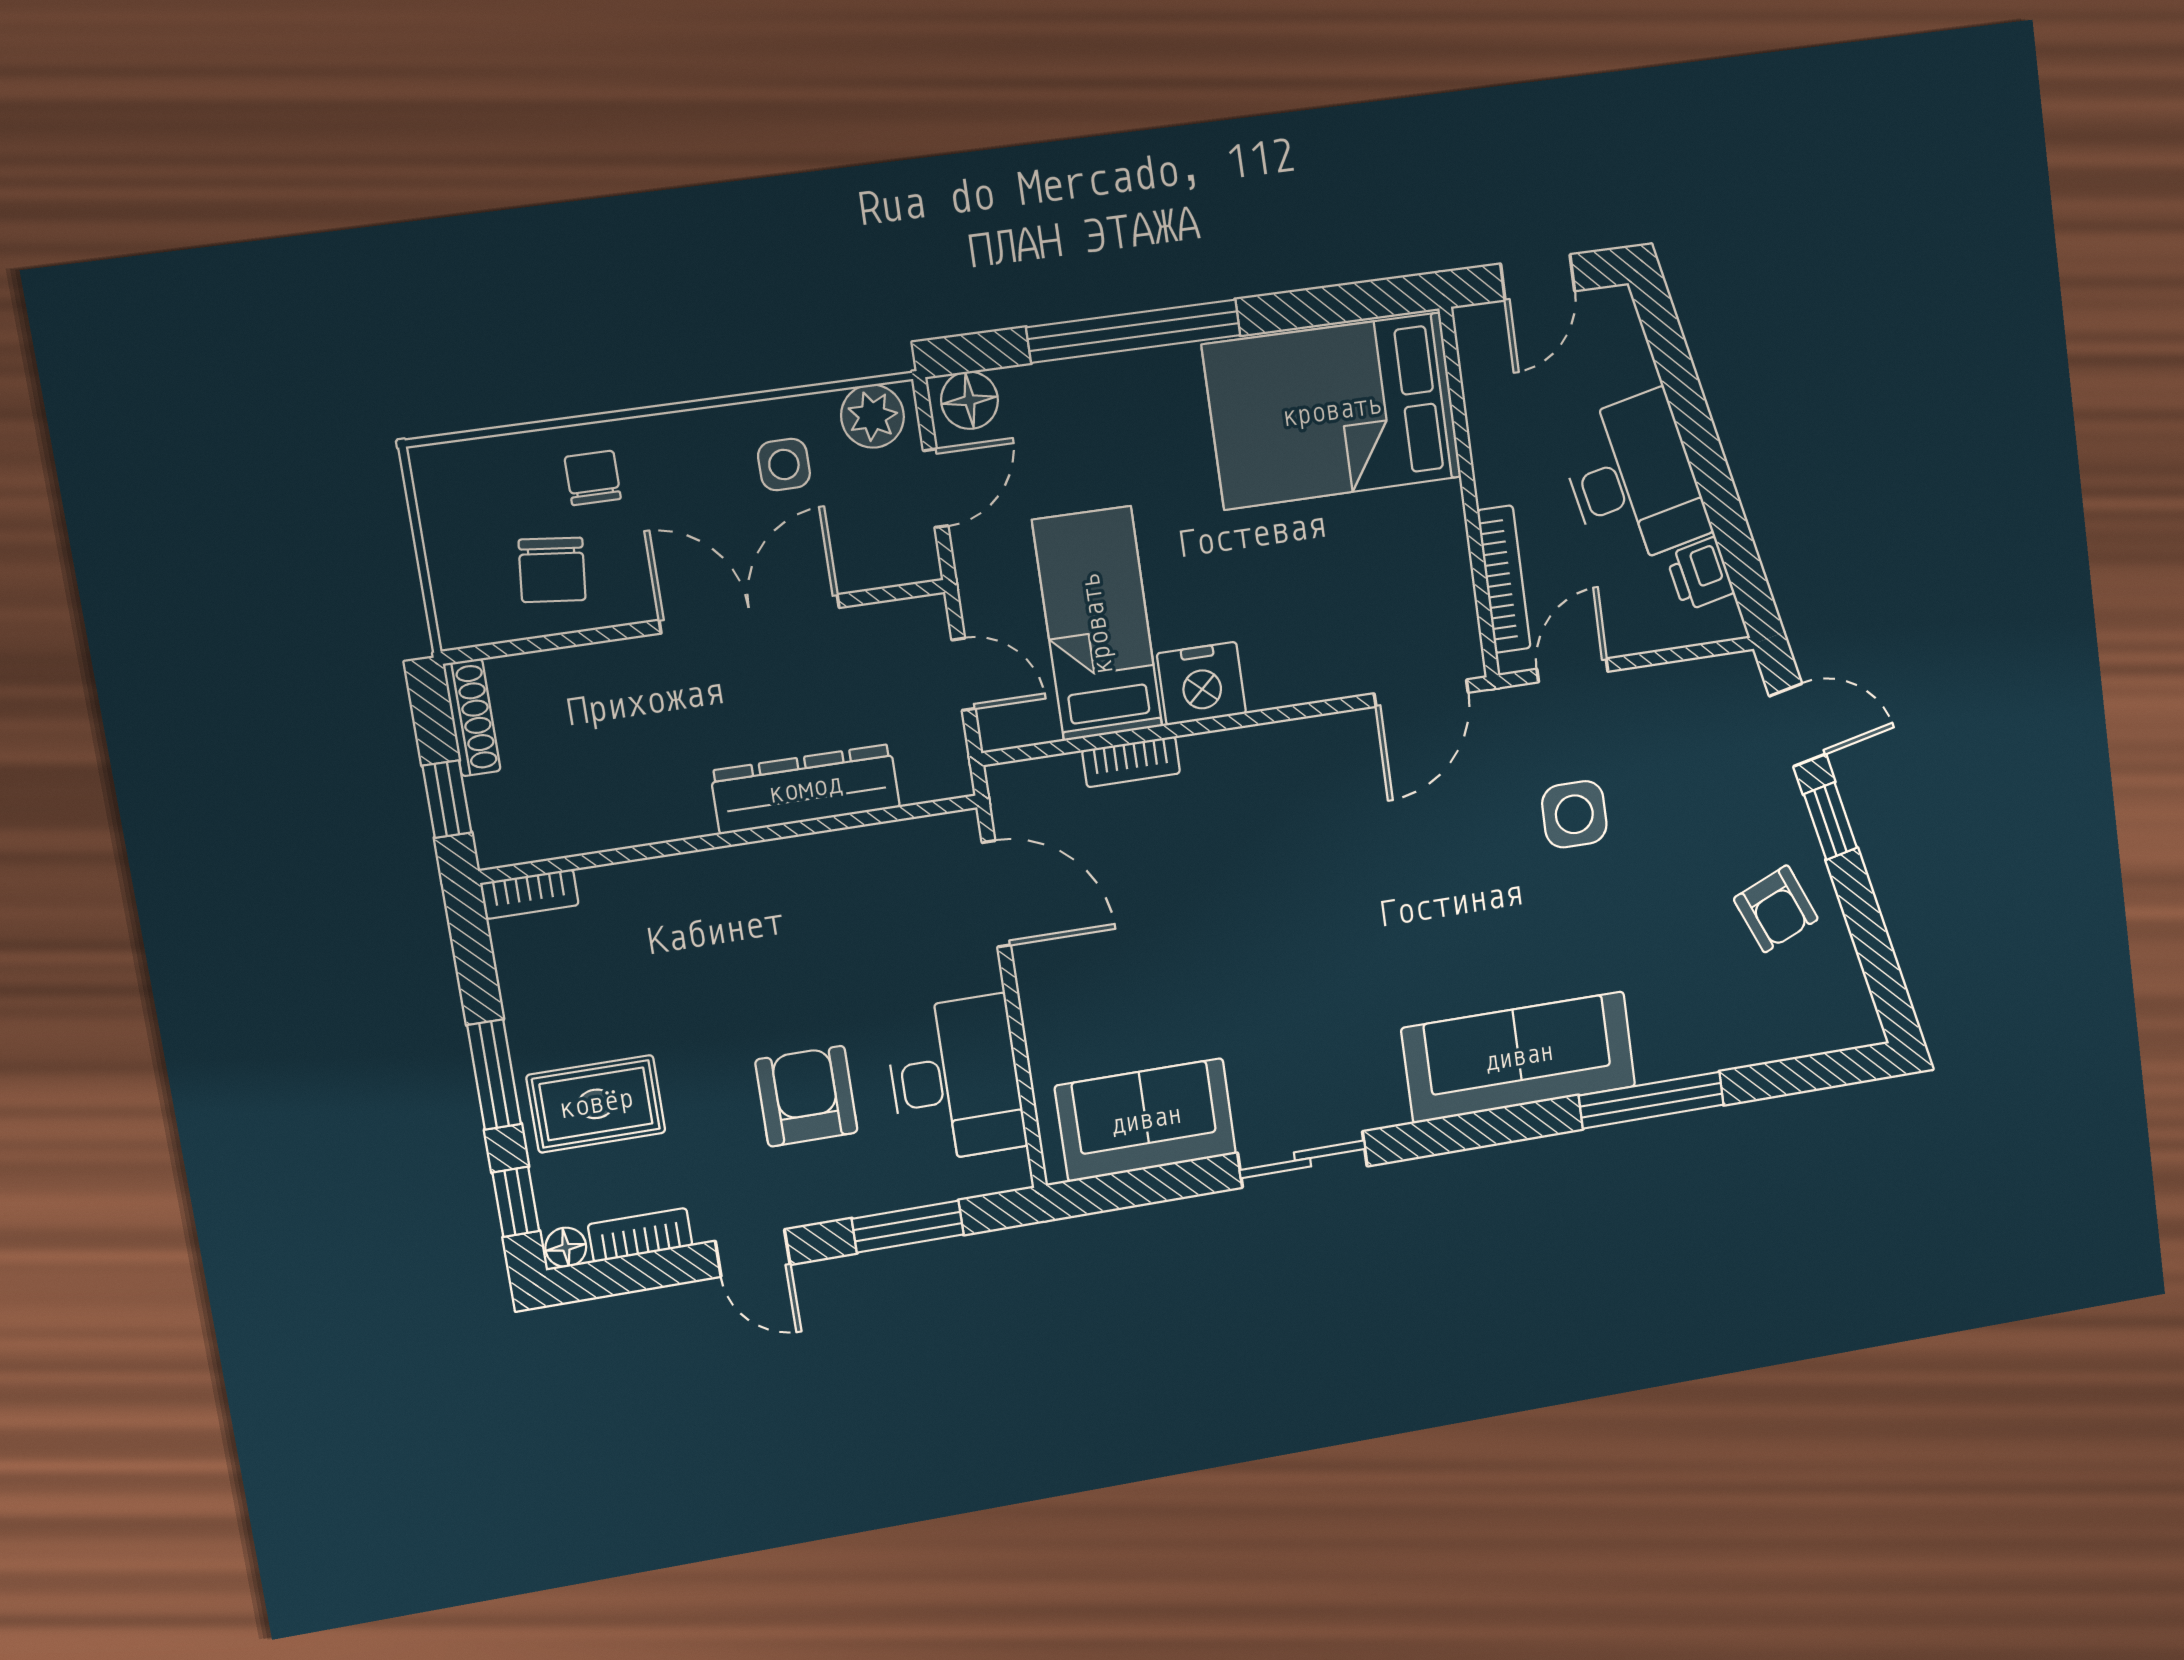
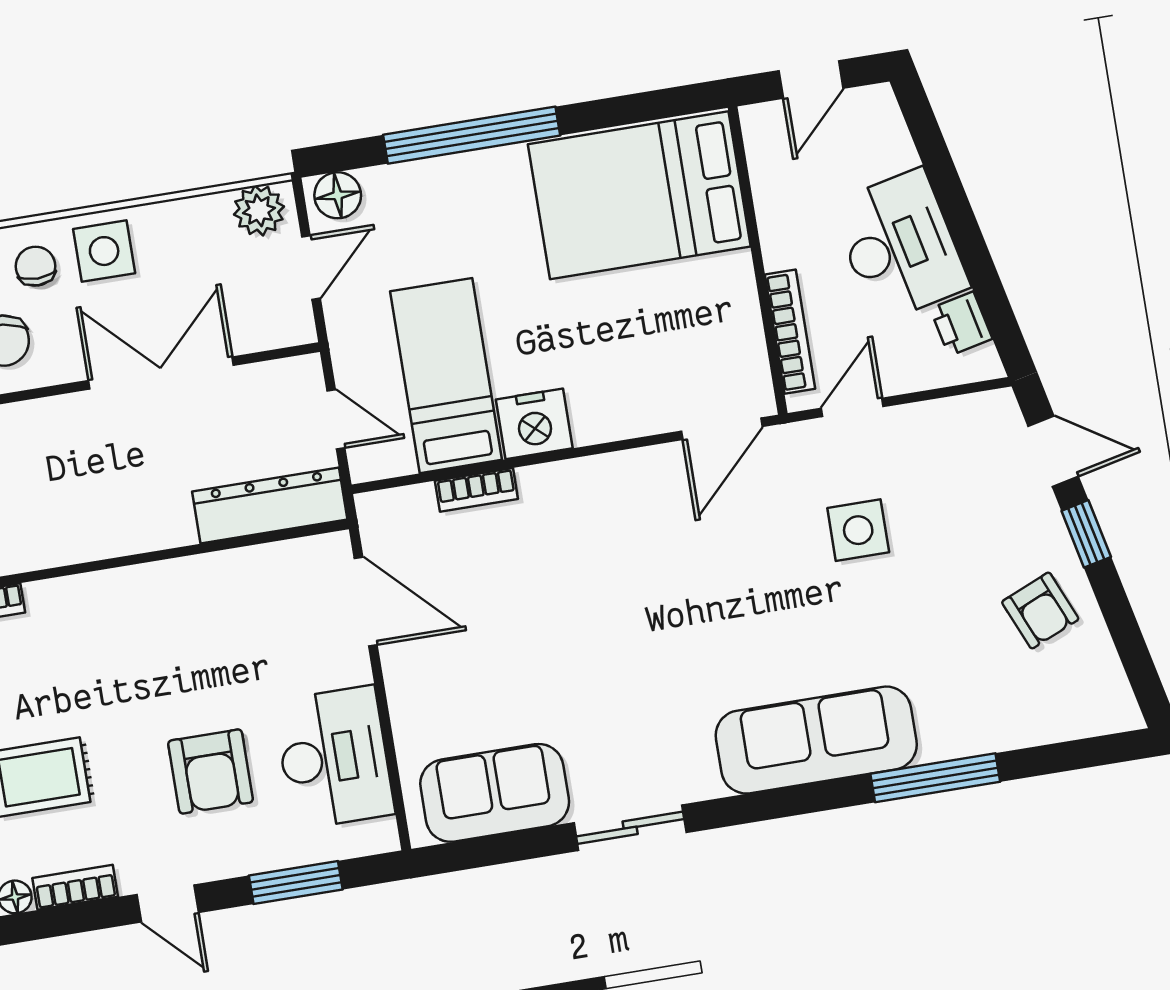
side table: (784, 465) -> (104, 251), moved, width x1.37, depth x1.37
dresser: (805, 789) -> (270, 505), moved
armchair: (806, 1096) -> (211, 771), turned 180

